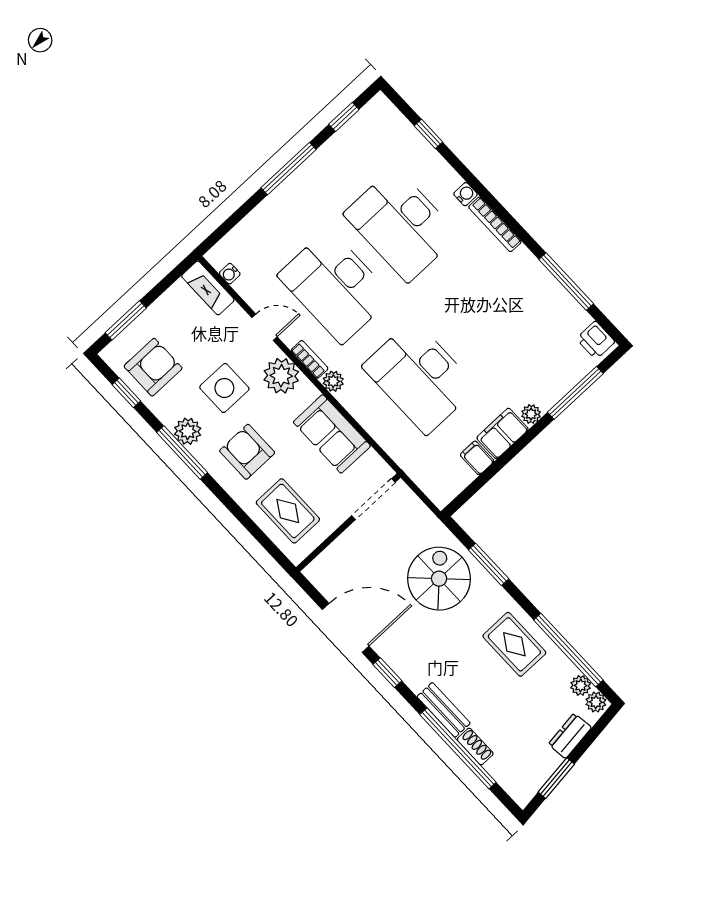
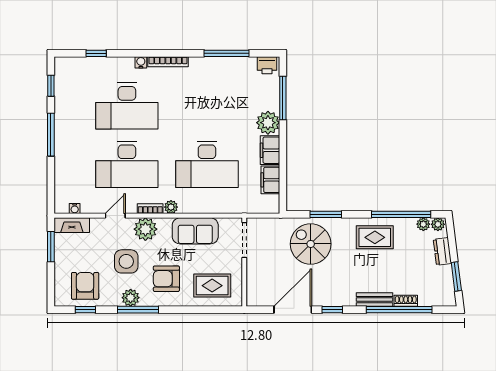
window: (126, 320) -> (51, 247), moved
plant: (531, 414) -> (268, 123), width x1.88, depth x1.88
filing cabinet: (477, 458) -> (270, 180), width x2.00

